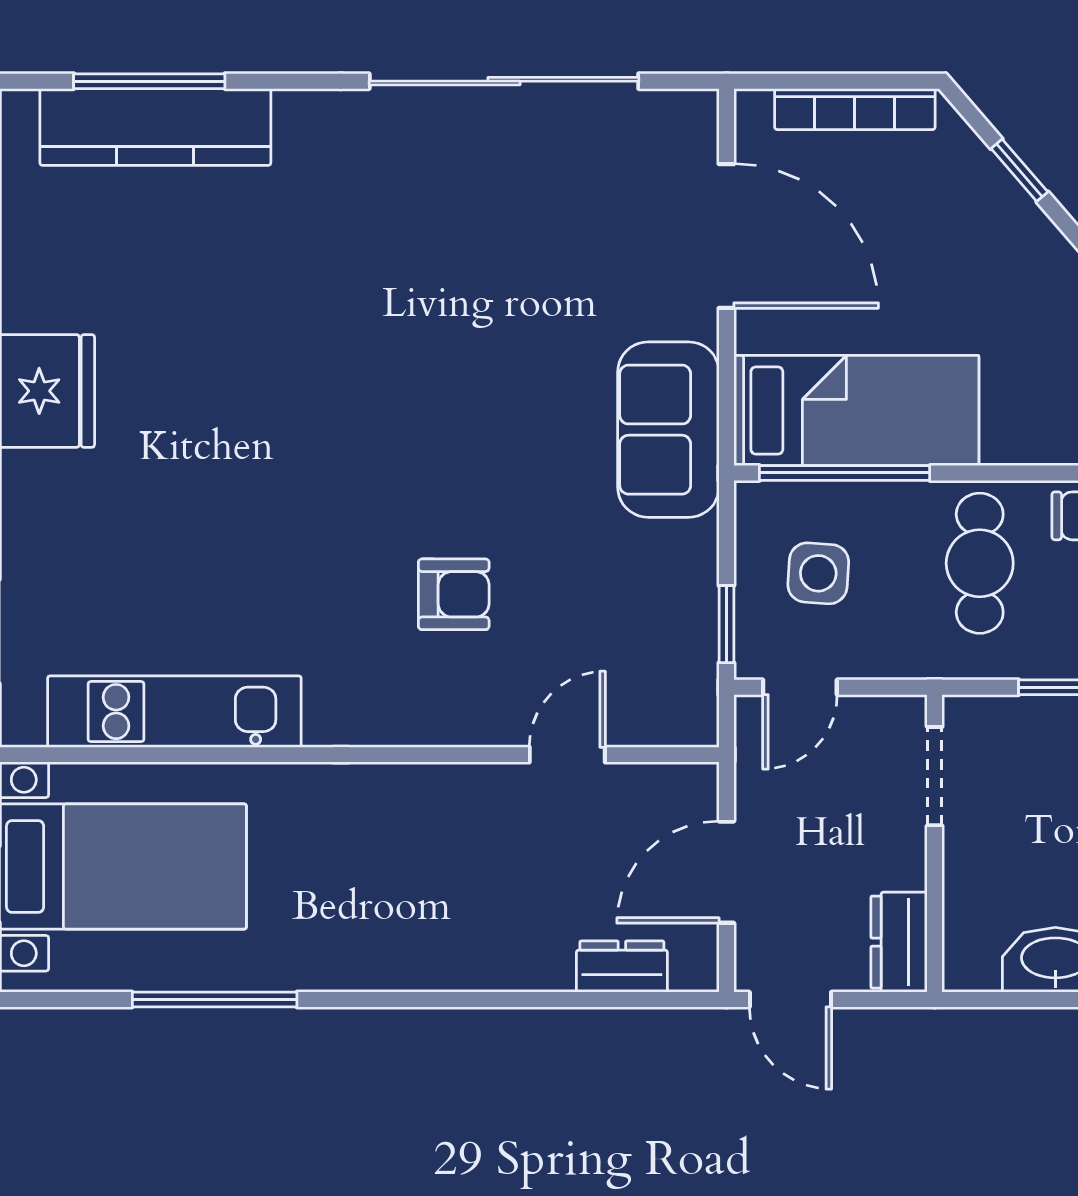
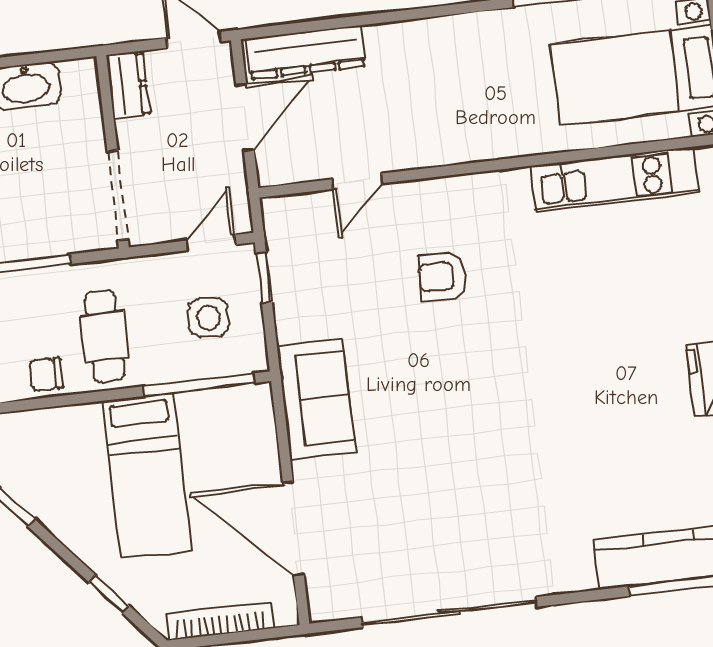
bed: (856, 411) -> (147, 476), moved, turned -90
doorway: (935, 776) -> (118, 195), width x1.38
dresser: (622, 967) -> (306, 52), width x1.96, depth x1.24

